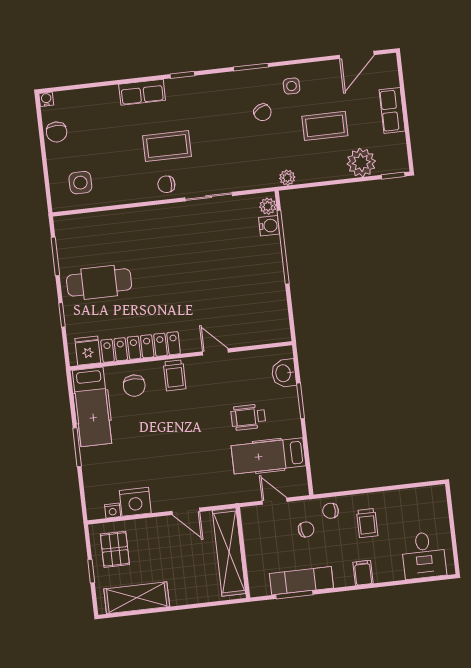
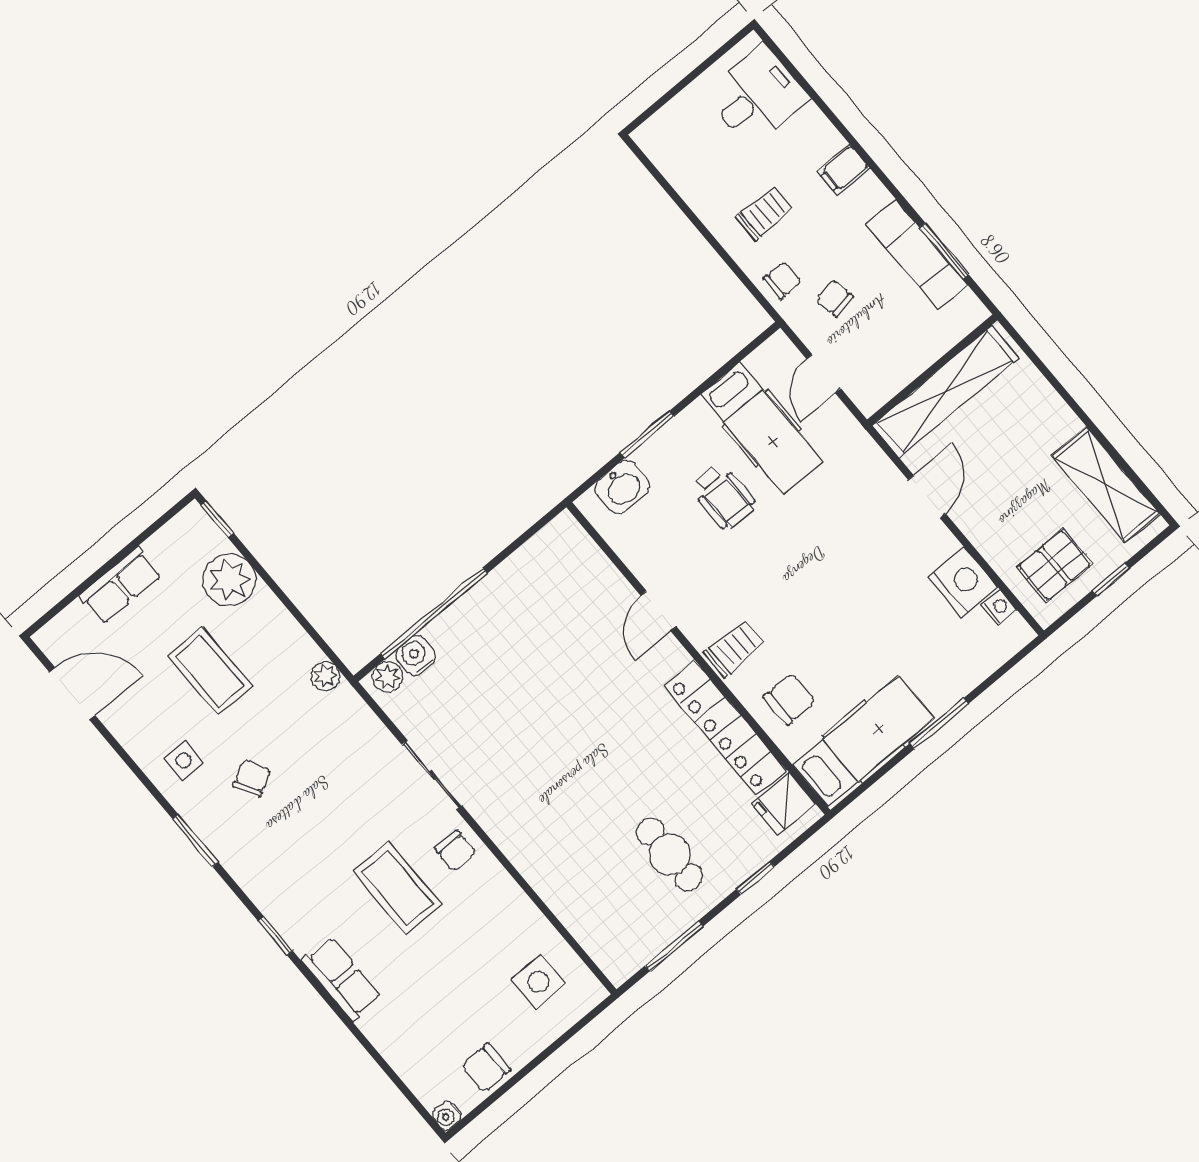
chair: (57, 132) -> (486, 1068), turned 180
cafe table: (99, 282) -> (670, 854), width x0.73, depth x0.74
chair: (331, 511) -> (782, 280), turned -90

